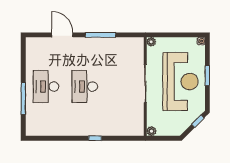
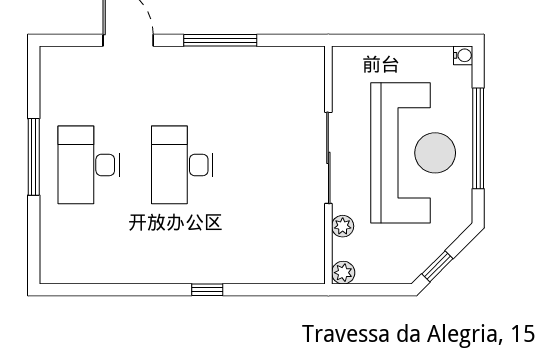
plant: (151, 42) -> (343, 226), moved
window: (207, 76) -> (478, 138), width x2.11
window: (23, 98) -> (34, 157), moved
window: (198, 121) -> (437, 266), moved

